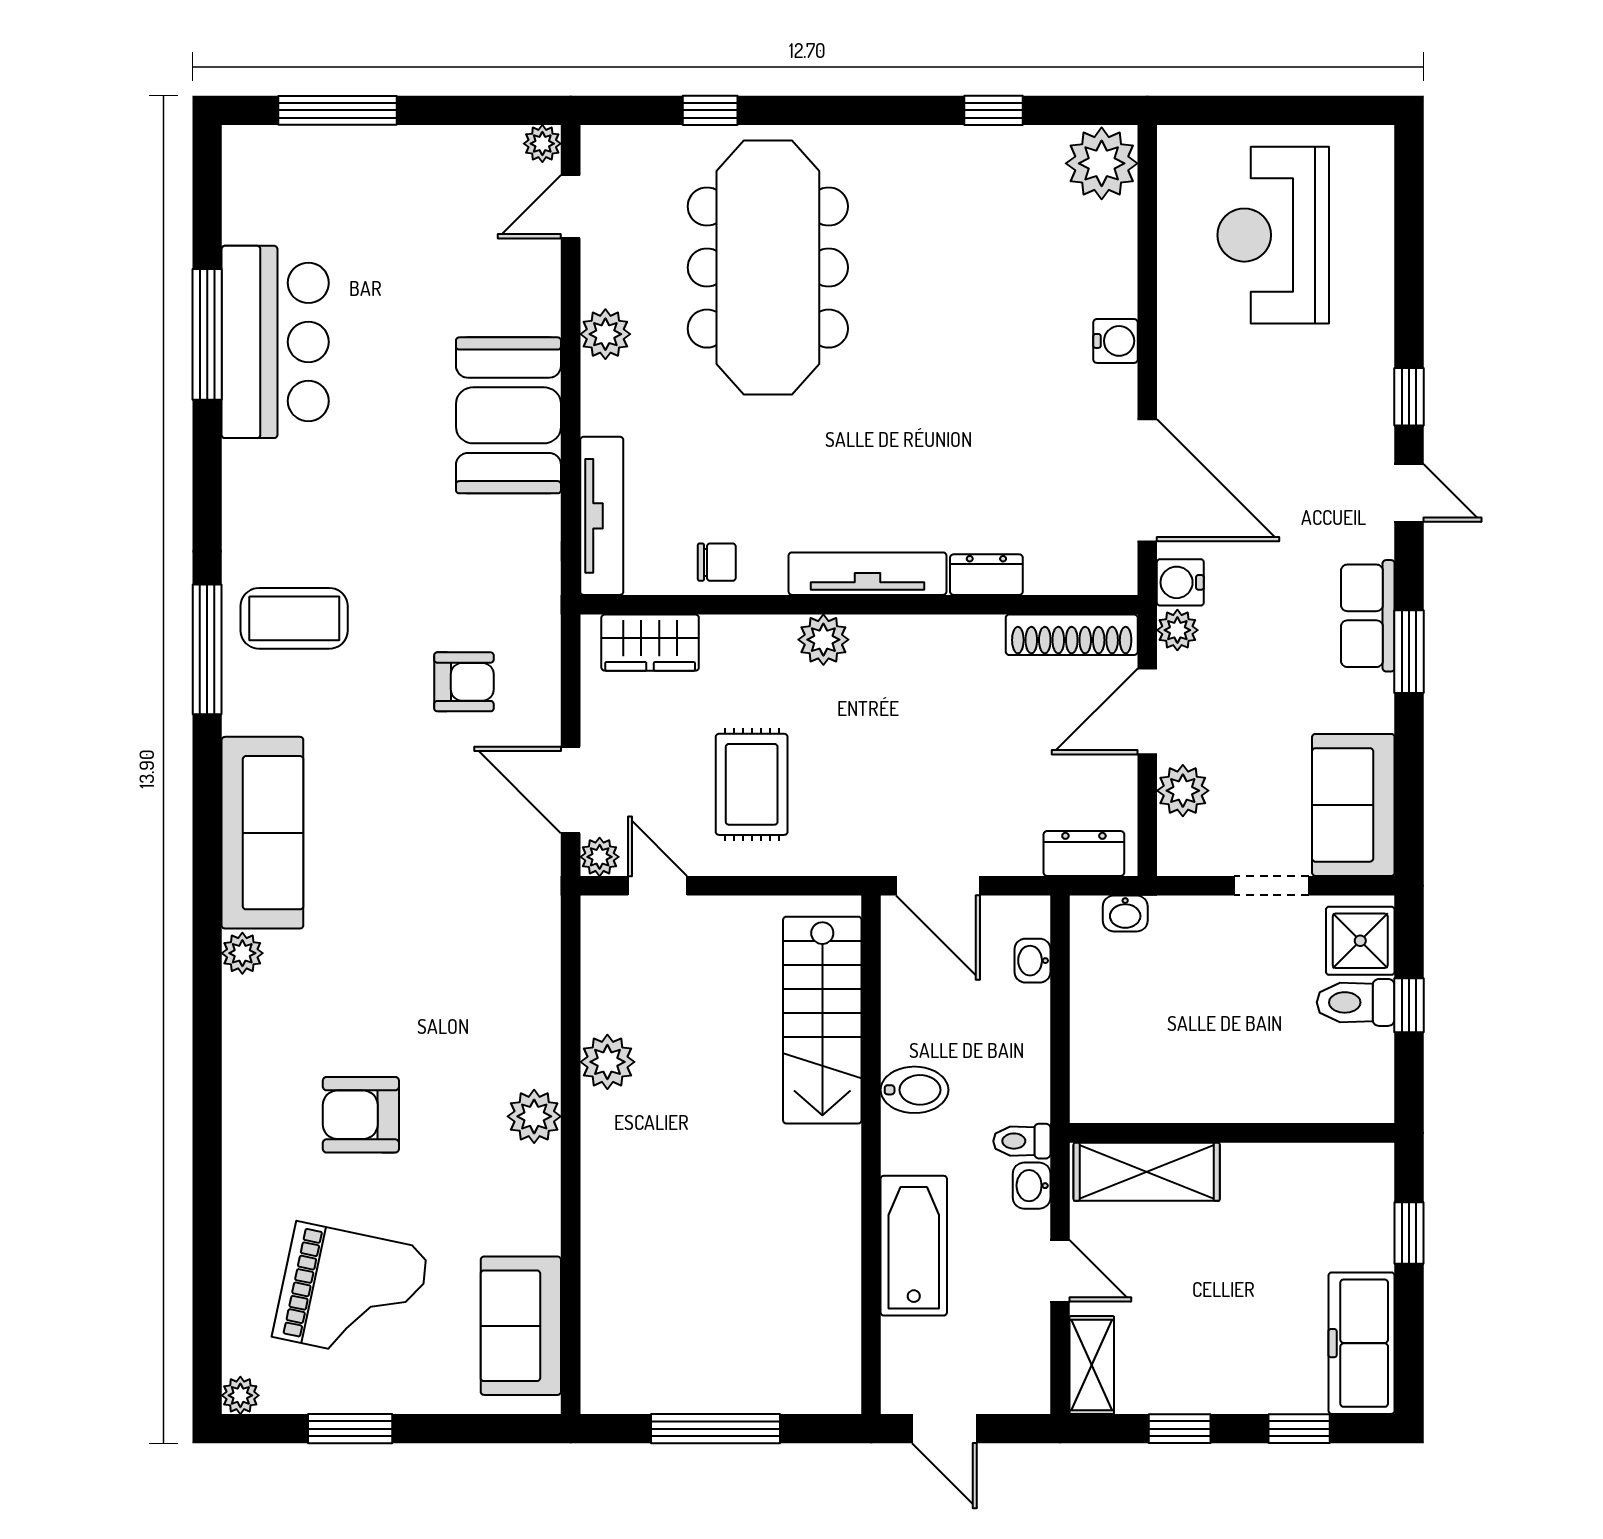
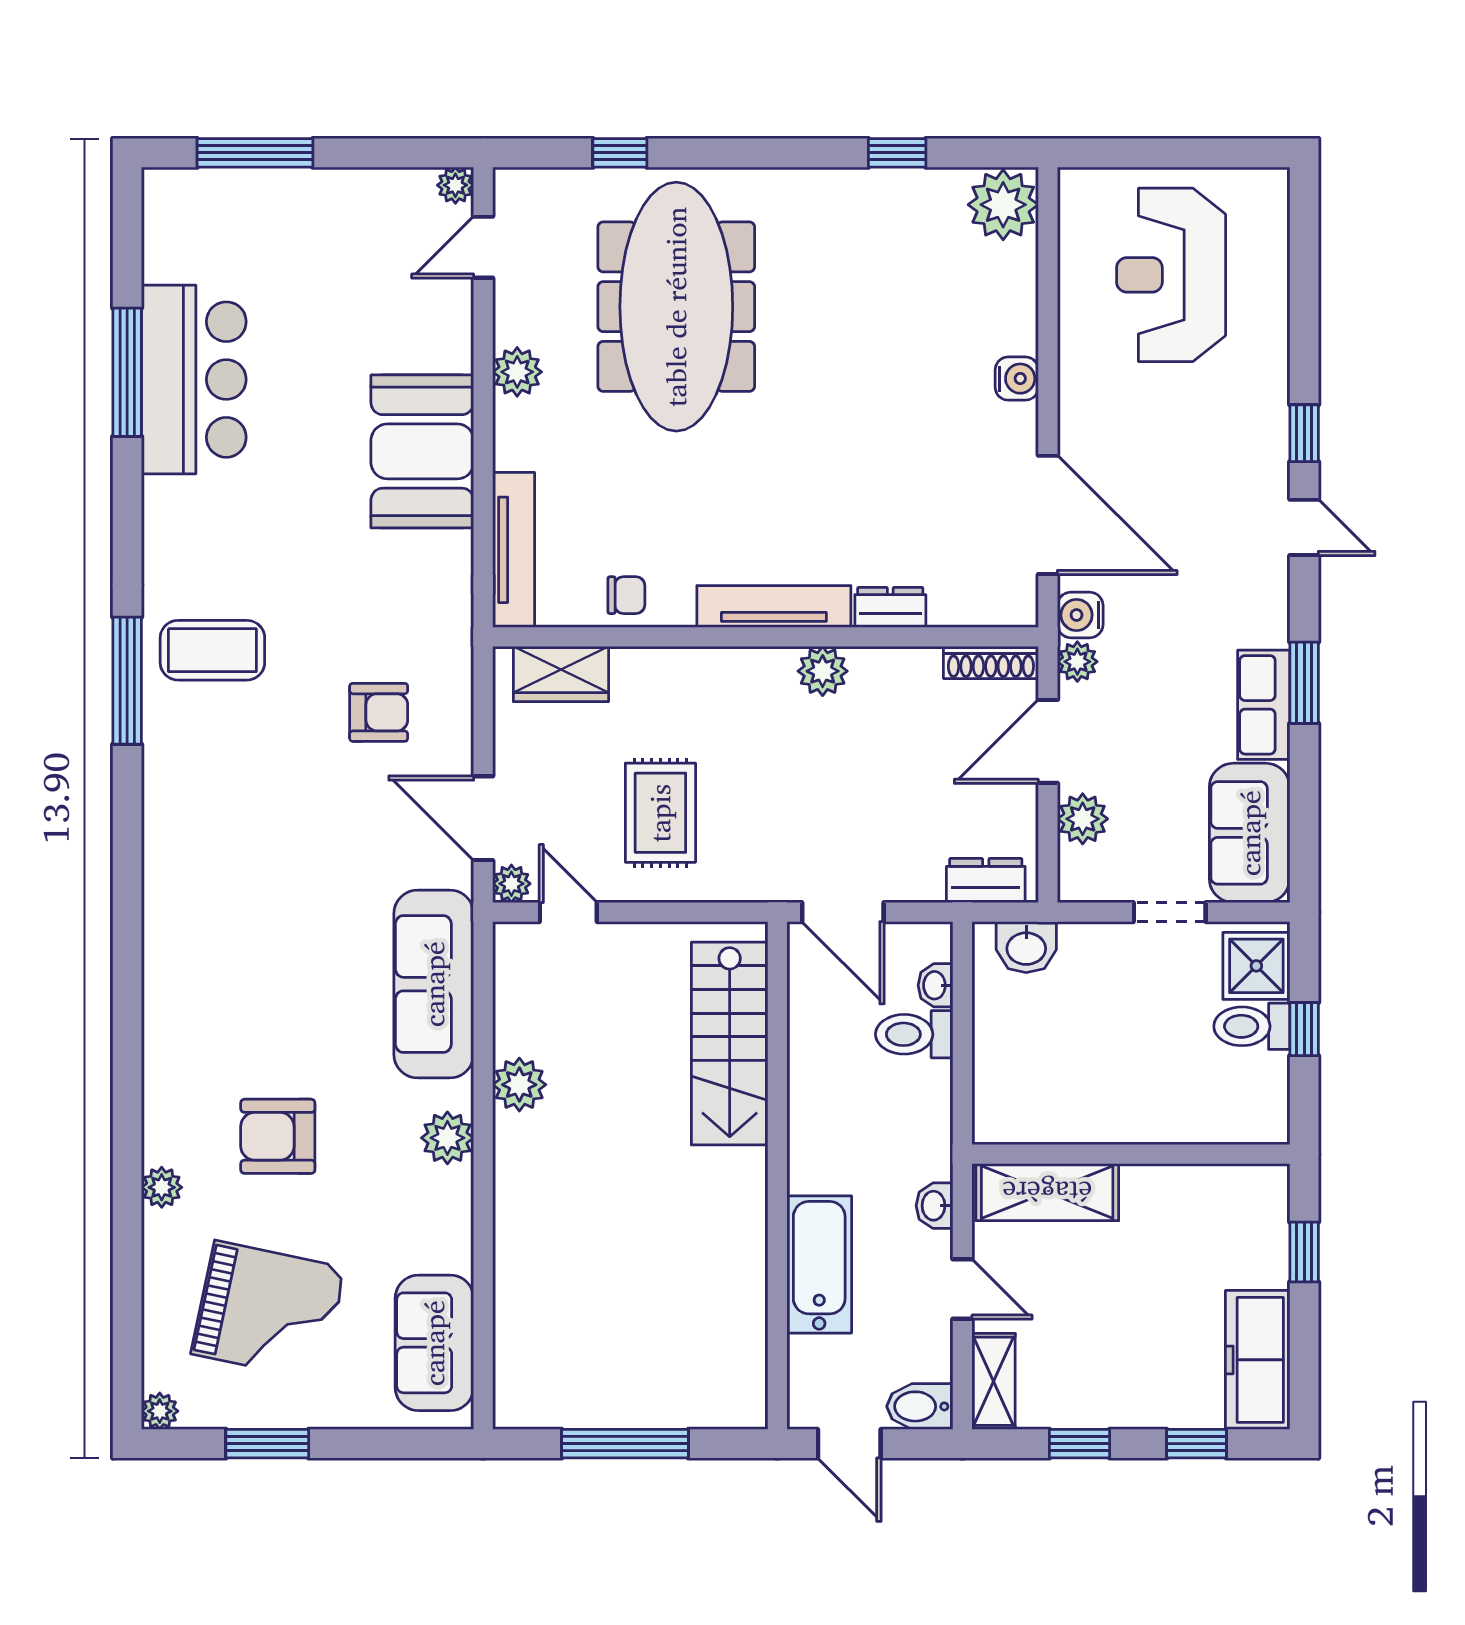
row of seats: (1368, 616) -> (1264, 705), moved
shoe rack: (1072, 635) -> (991, 662), width x0.74, depth x0.81
plant: (823, 640) -> (823, 671), moved
sofa: (262, 833) -> (434, 984), moved, turned 180
washbasin: (1125, 913) -> (1026, 947), width x1.38, depth x1.45
plant: (242, 953) -> (162, 1187), moved
bidet: (915, 1090) -> (920, 1406), moved, turned 180
toilet: (1022, 1141) -> (914, 1034), moved, width x1.37, depth x1.39

